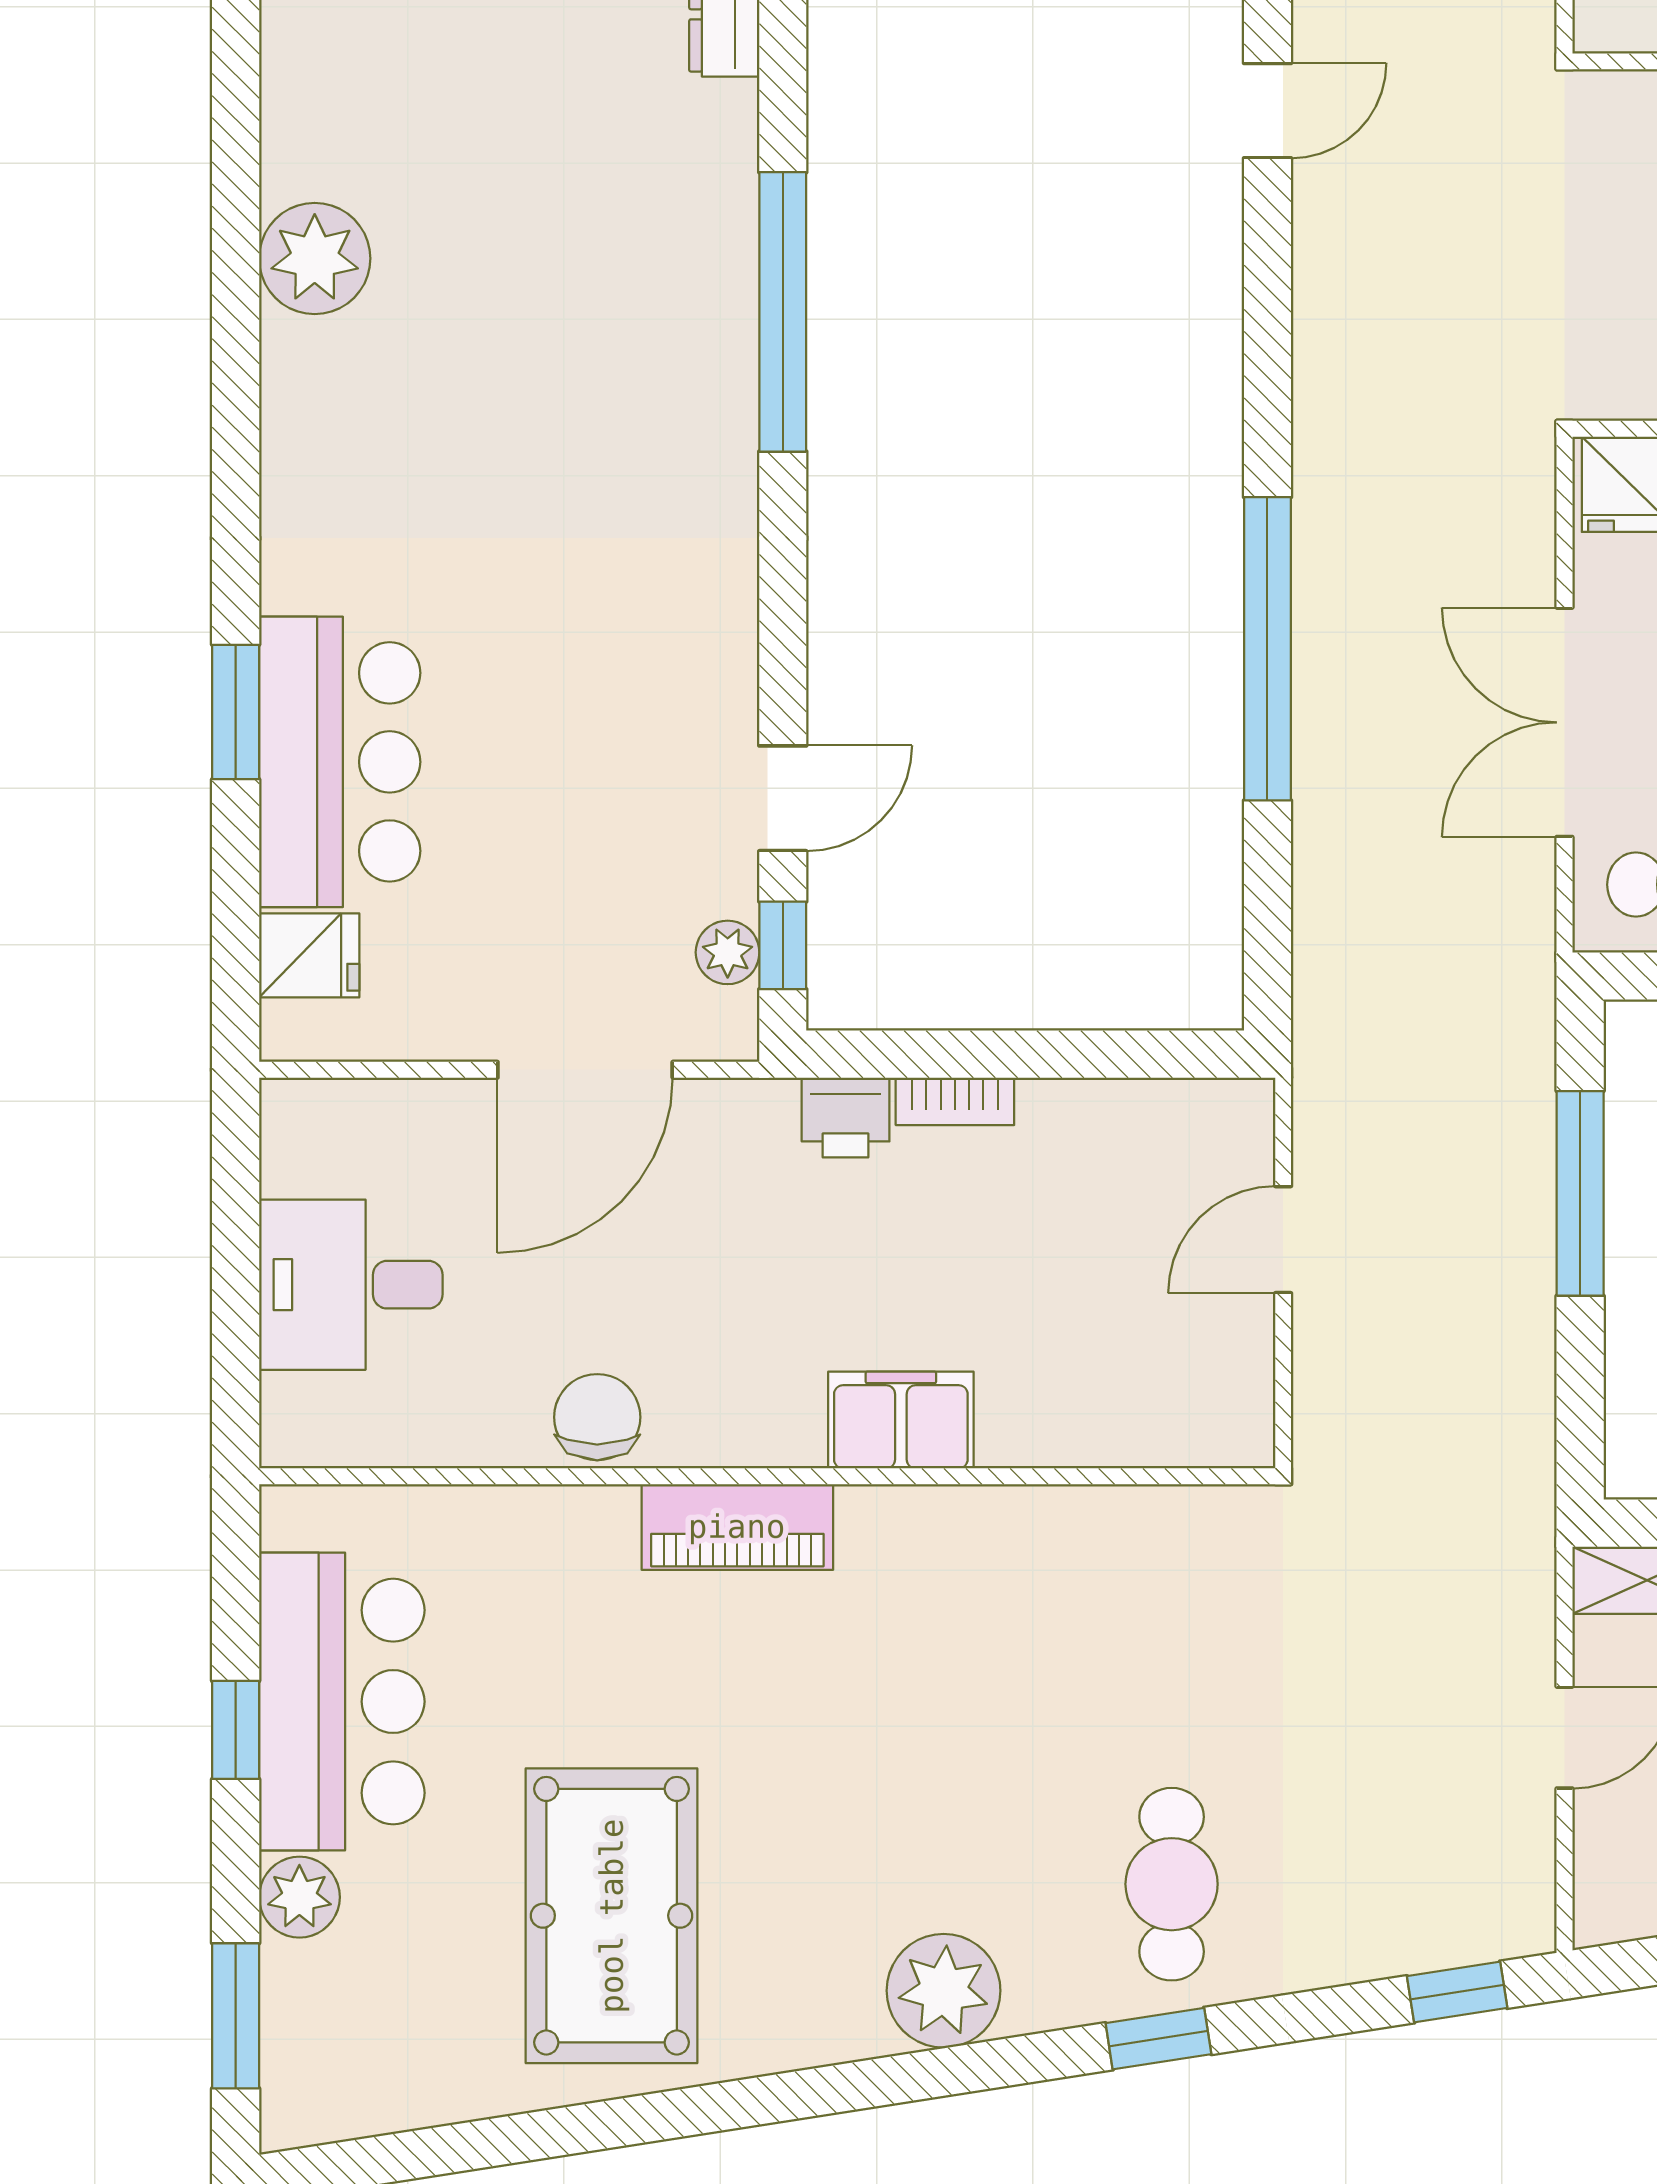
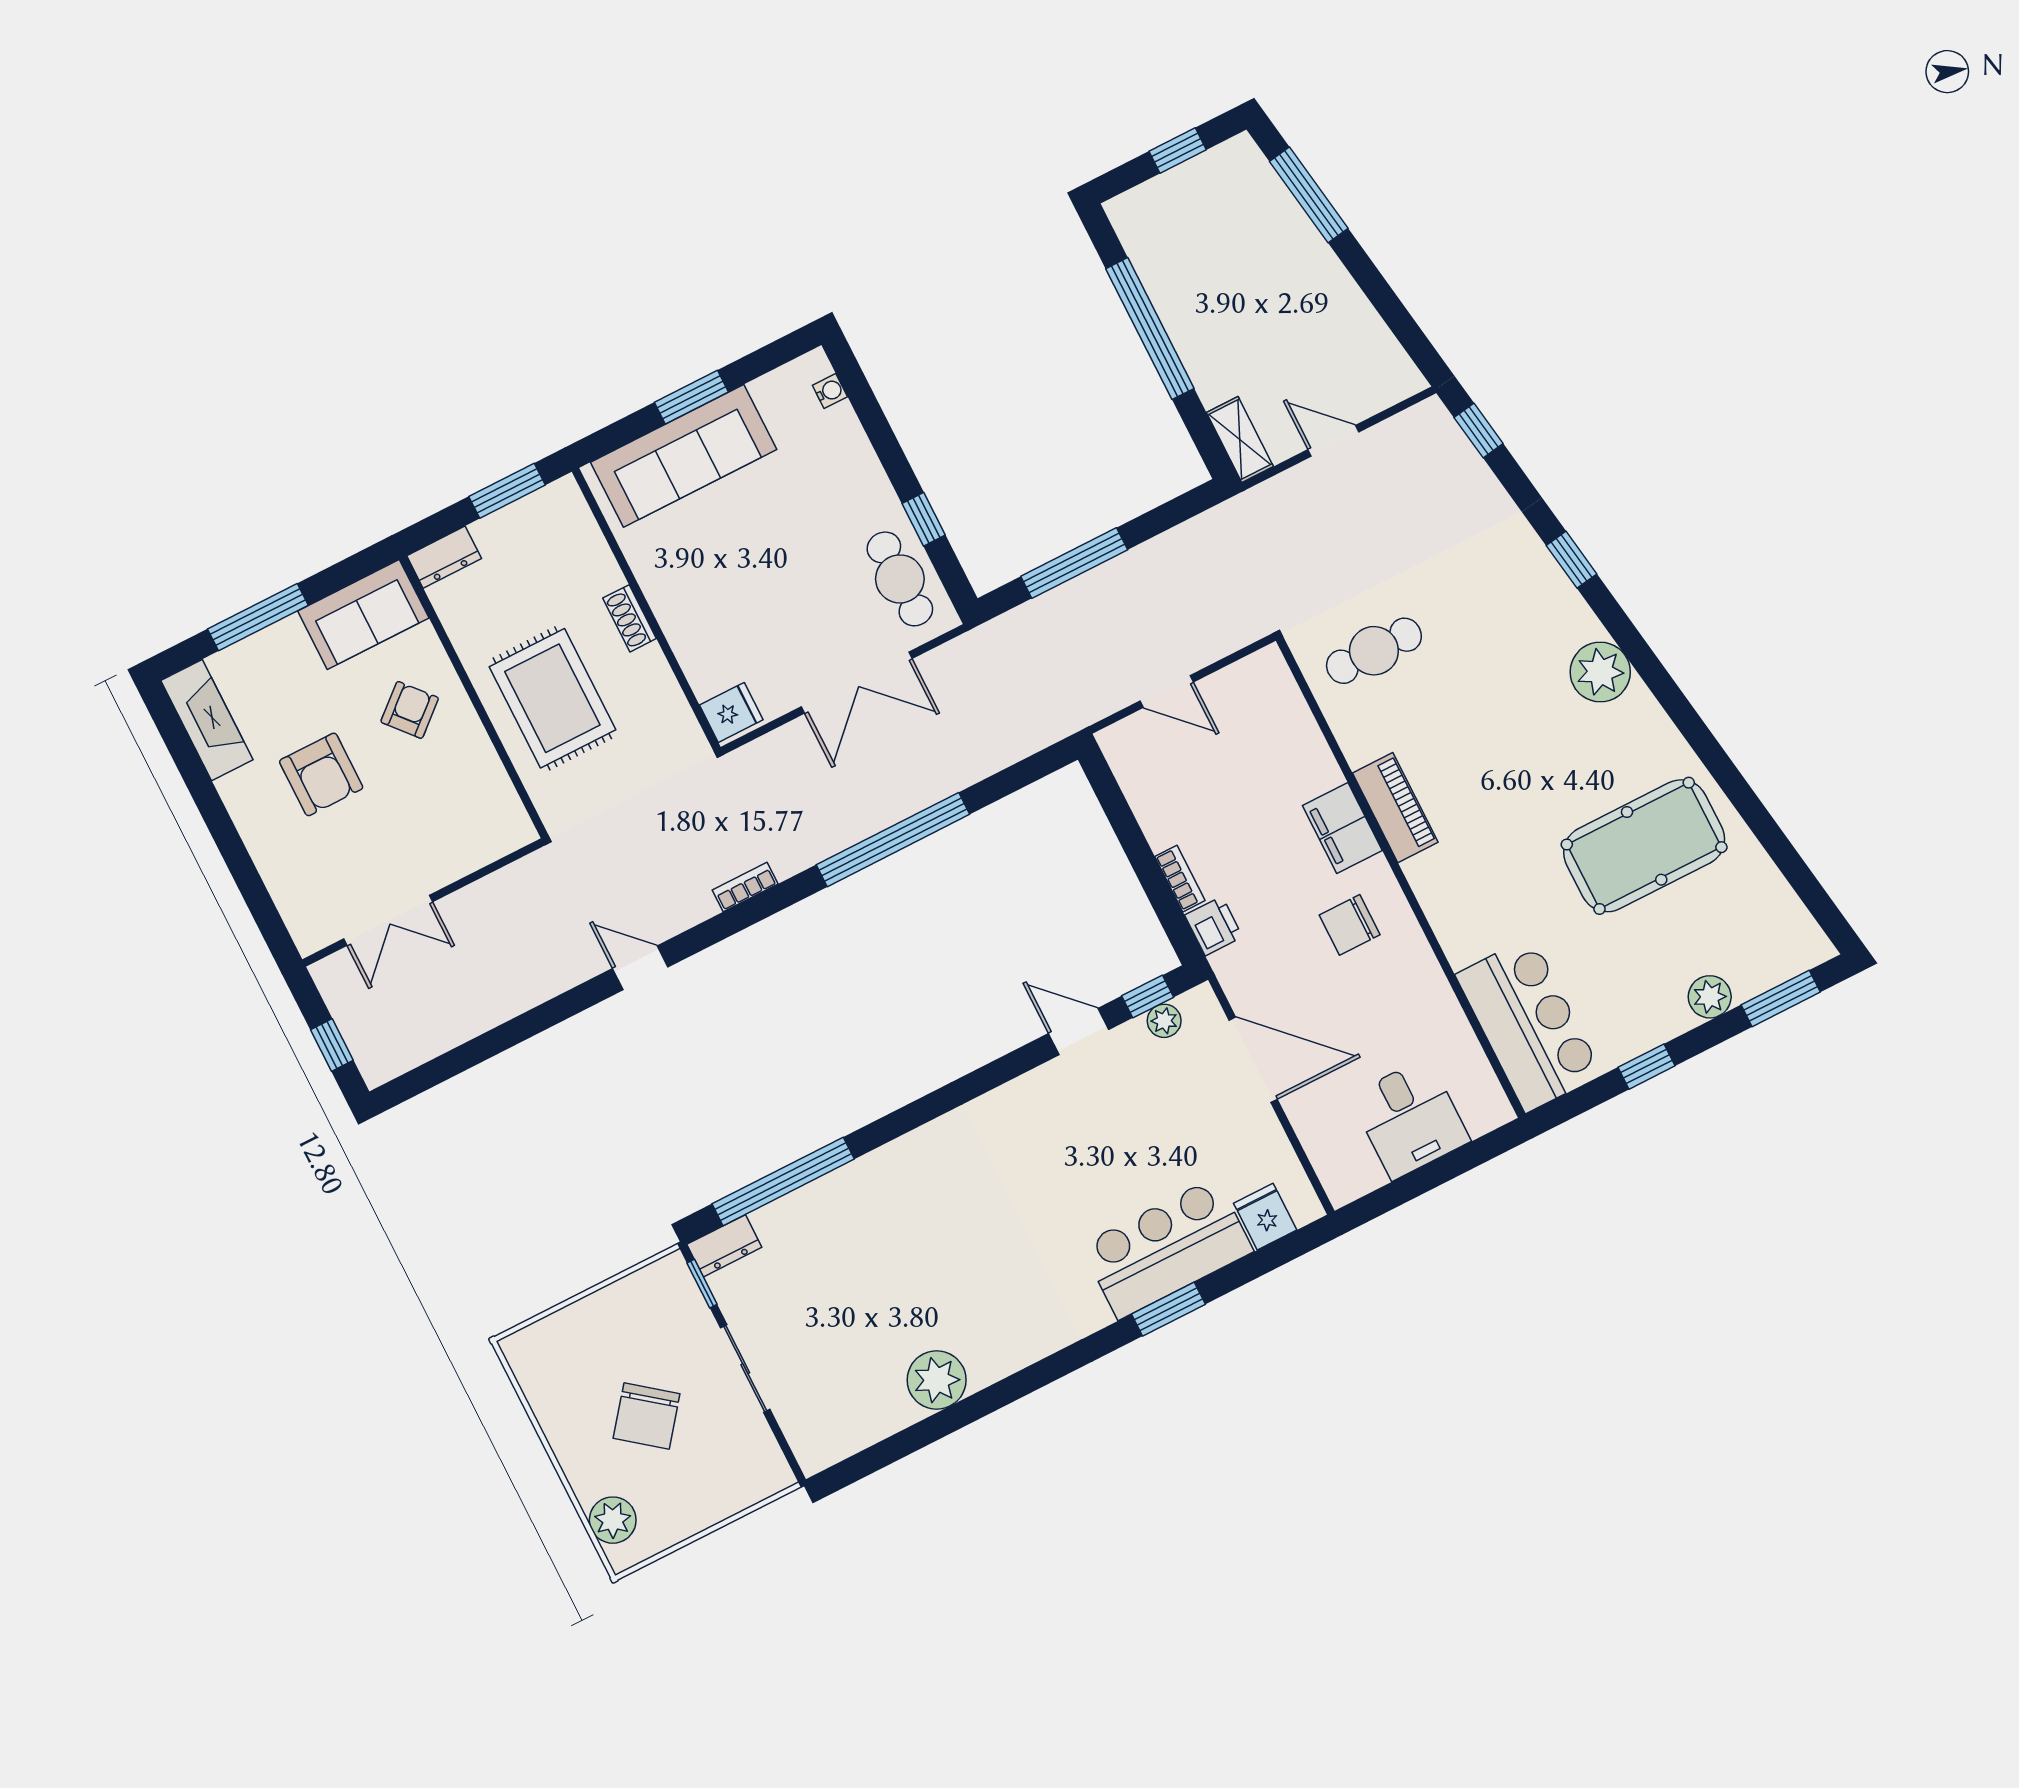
window: (783, 312) -> (783, 1181), moved
bookcase: (1314, 358) -> (745, 887), added
chair: (597, 1417) -> (1350, 925), moved
piano: (737, 1527) -> (1395, 808), moved
bar counter: (342, 1702) -> (1529, 1024), moved, turned 90
cafe table: (1172, 1884) -> (1374, 651), moved

